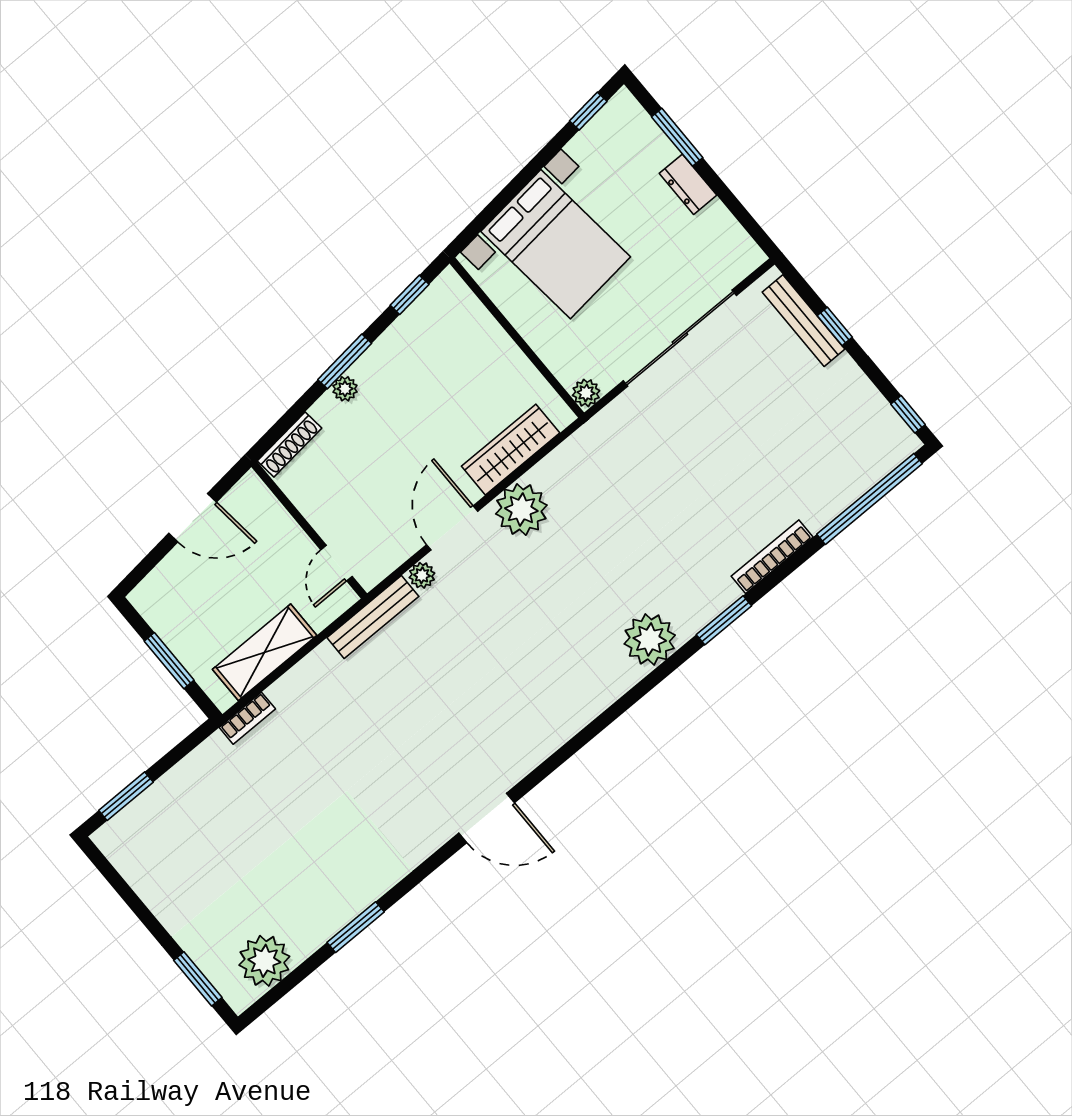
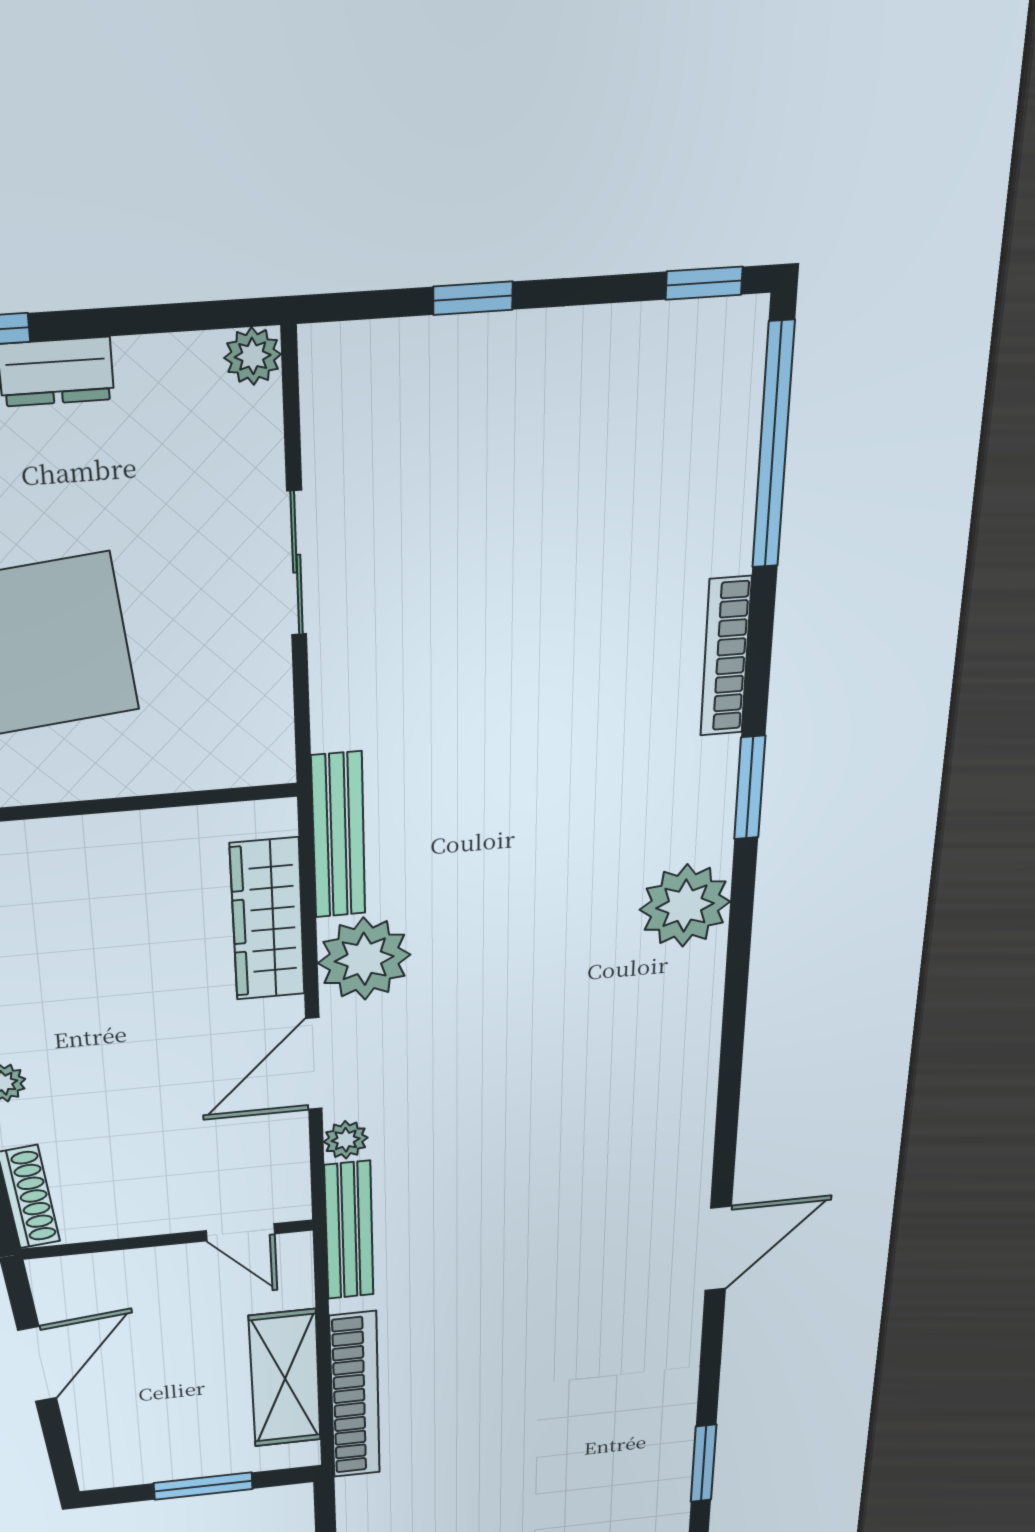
bench: (804, 321) -> (338, 835), moved, turned 90
sliding door: (680, 338) -> (297, 564), width x0.54
plant: (586, 393) -> (253, 356), moved
door: (452, 528) -> (314, 1064), hinge flipped
bookcase: (247, 718) -> (355, 1395), width x2.31, depth x1.31

